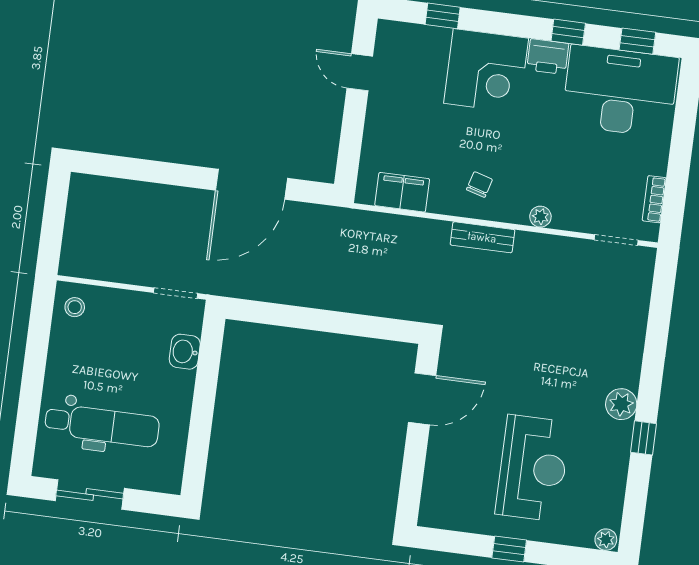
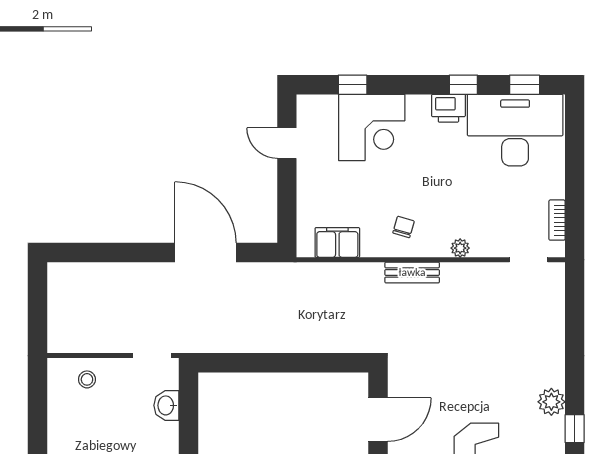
corner desk: (486, 71) -> (372, 127), moved
door: (252, 184) -> (206, 252), swing flipped
stool: (75, 307) -> (87, 379), moved

